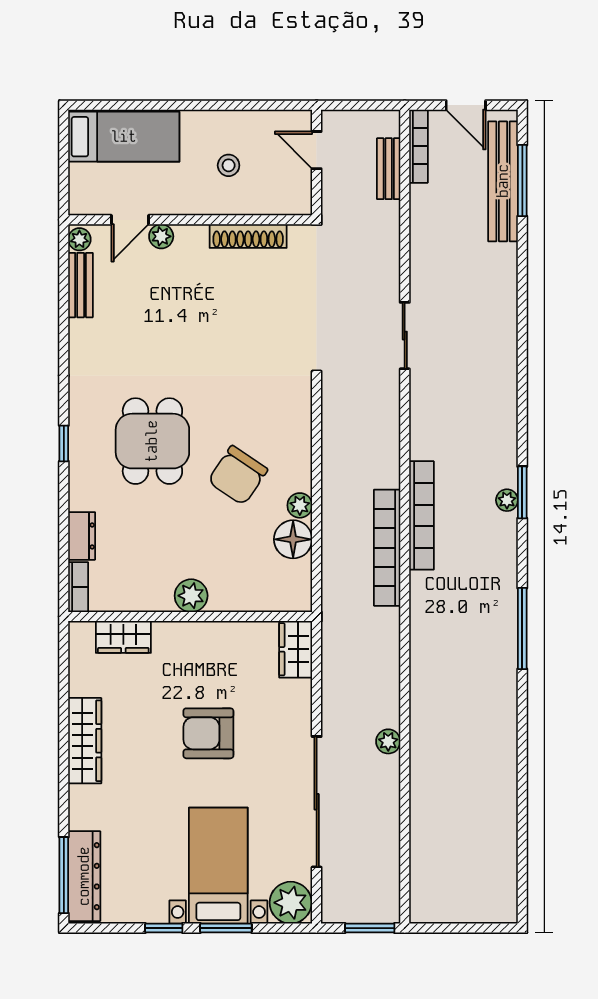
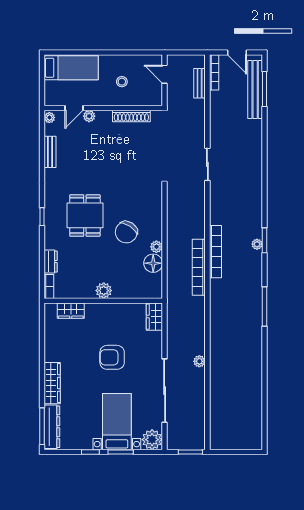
bench: (81, 285) -> (50, 152), moved
wardrobe: (85, 741) -> (52, 383), moved

